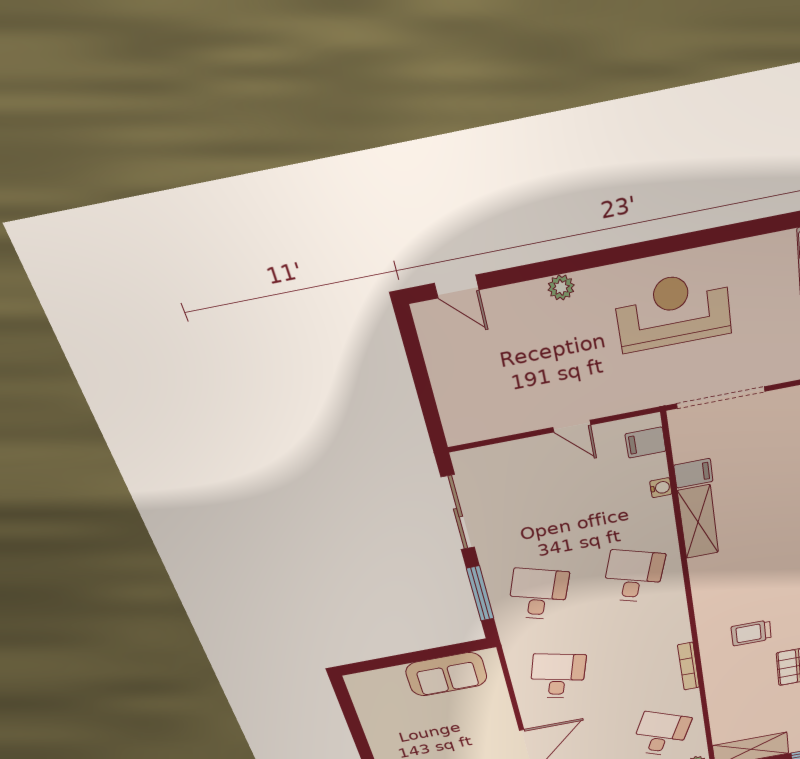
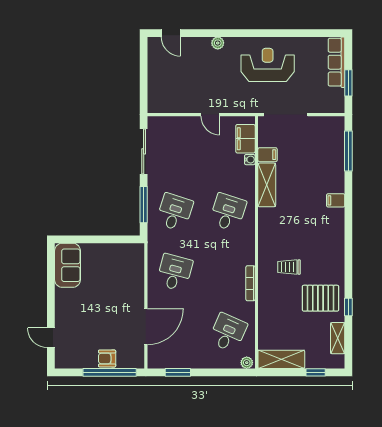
filing cabinet: (645, 443) -> (245, 139), width x2.00
sofa: (446, 674) -> (67, 265), moved, turned -90

